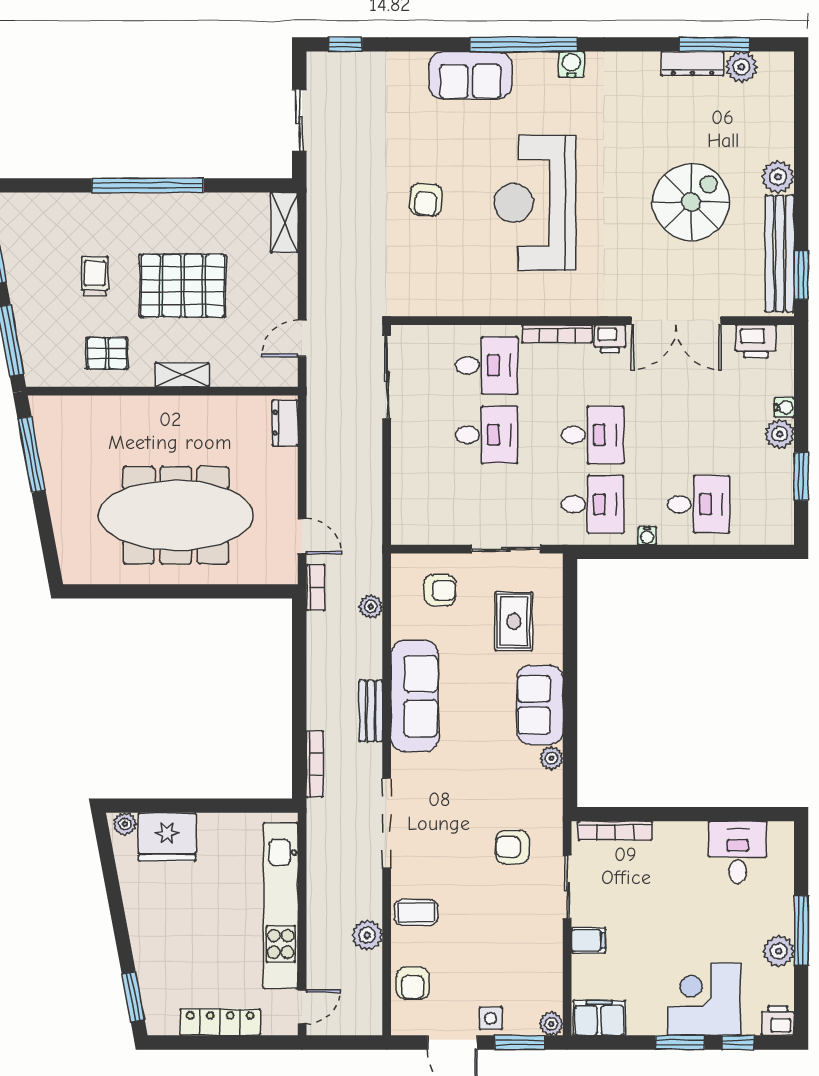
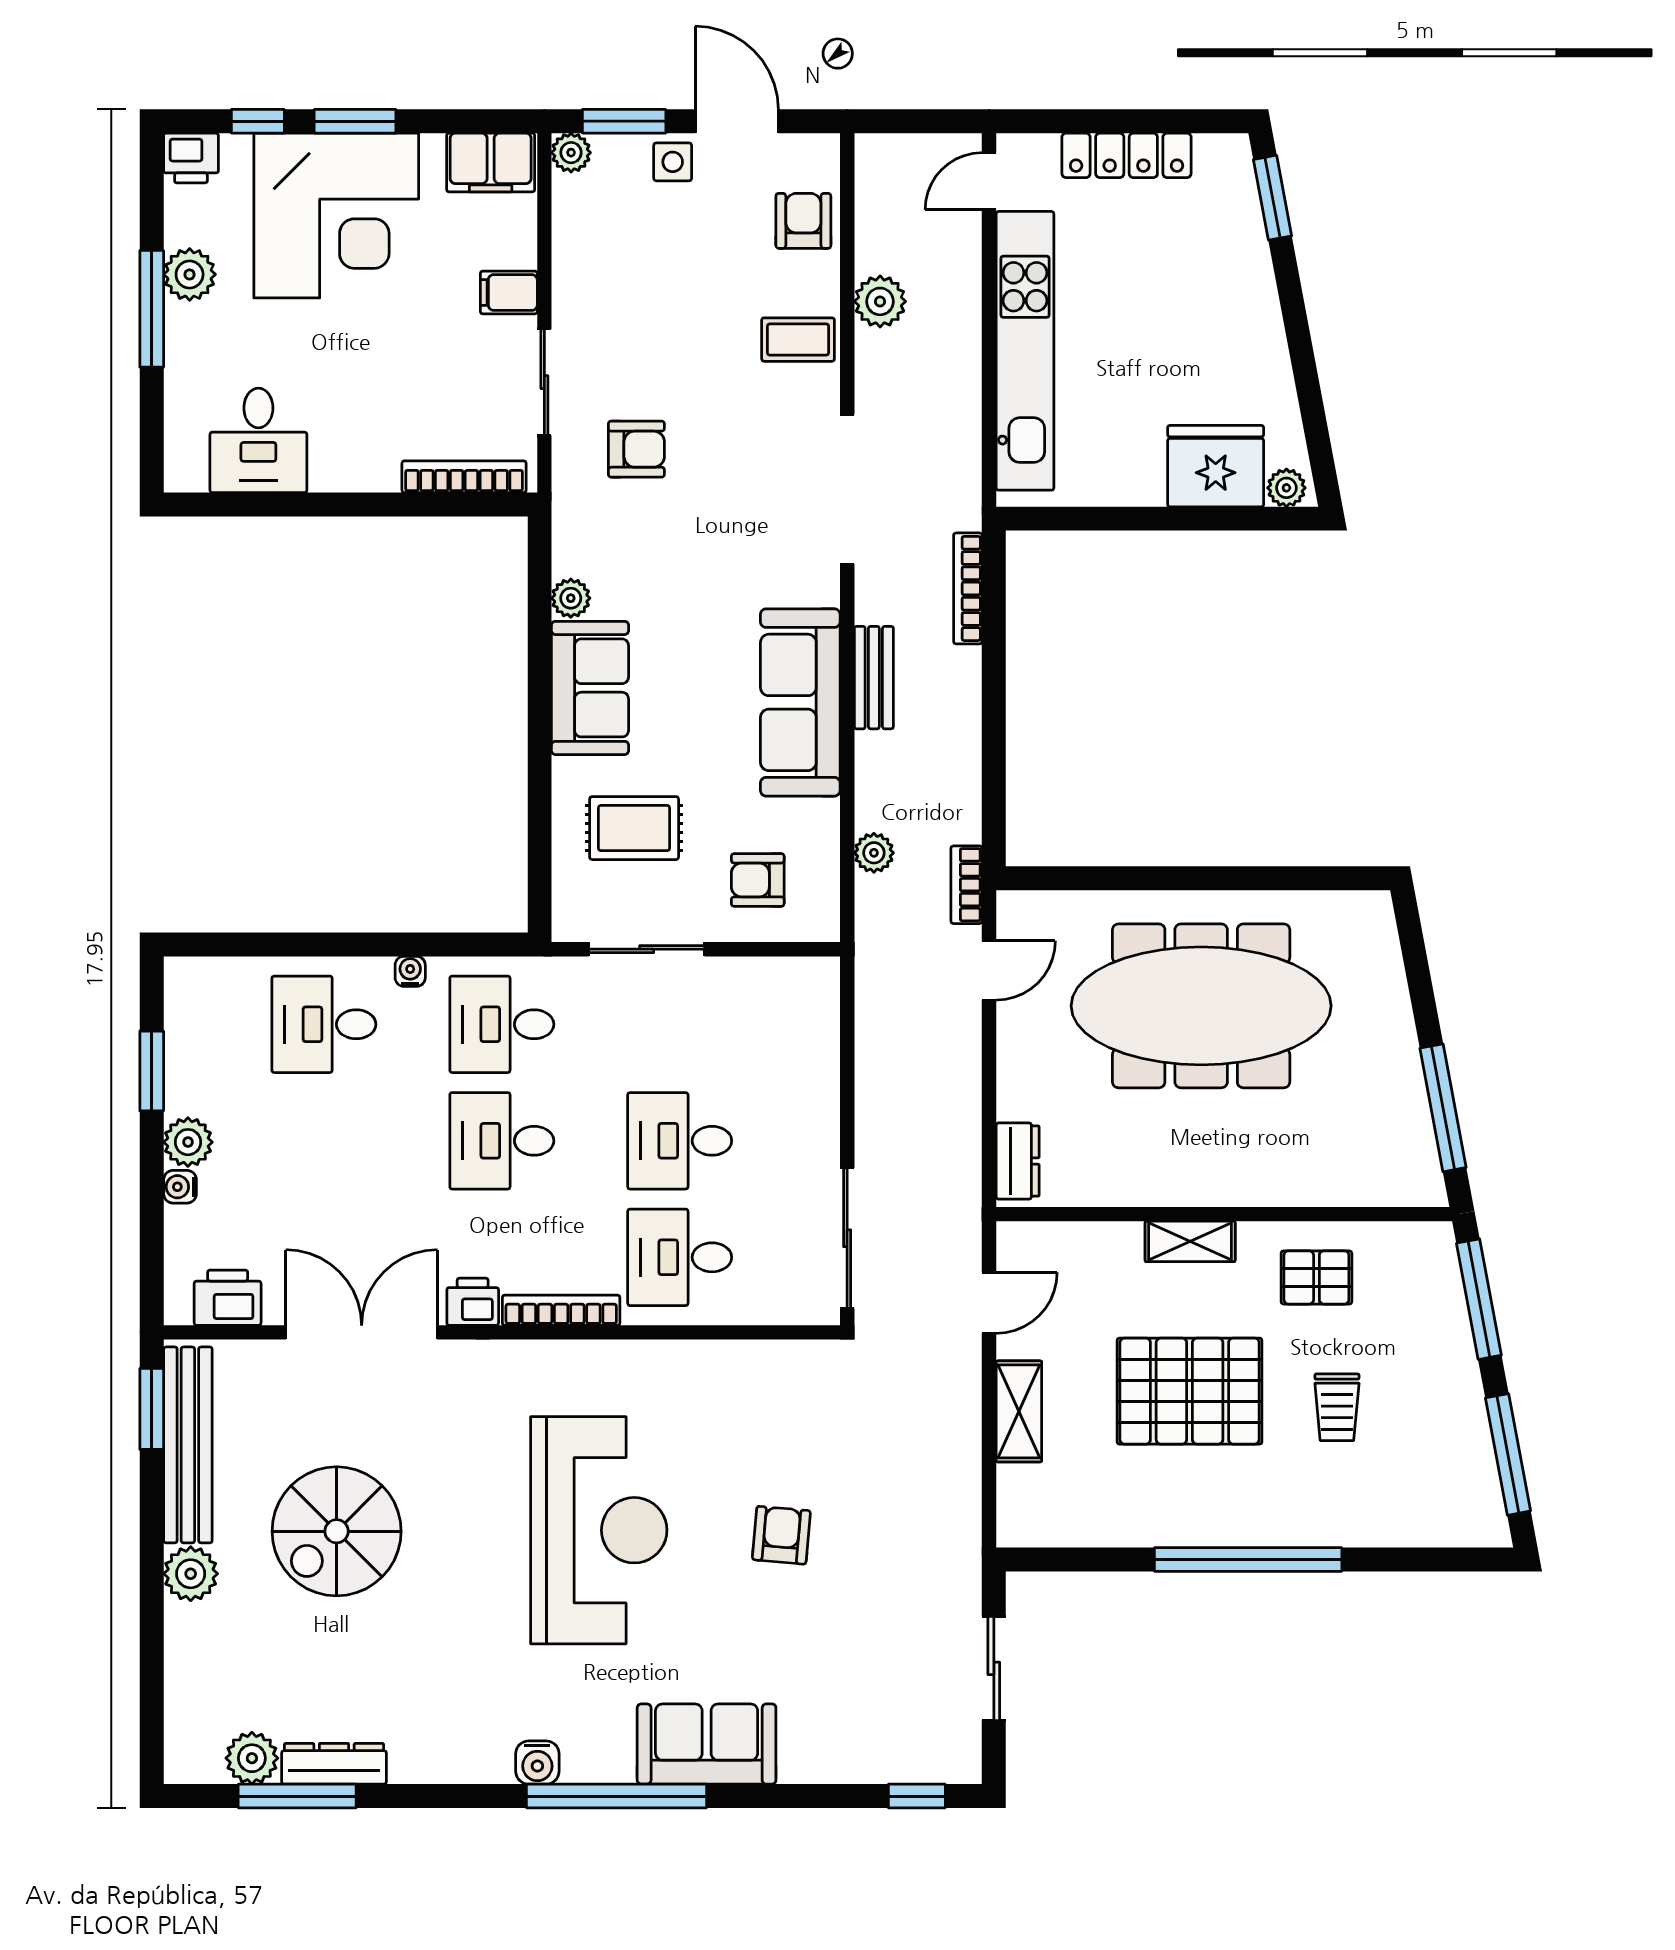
shelving: (284, 222) -> (1019, 1411), moved
door: (302, 536) -> (989, 971), swing flipped
rug: (514, 621) -> (634, 828), turned 90
corner desk: (704, 999) -> (336, 216), width x1.36, depth x1.36

